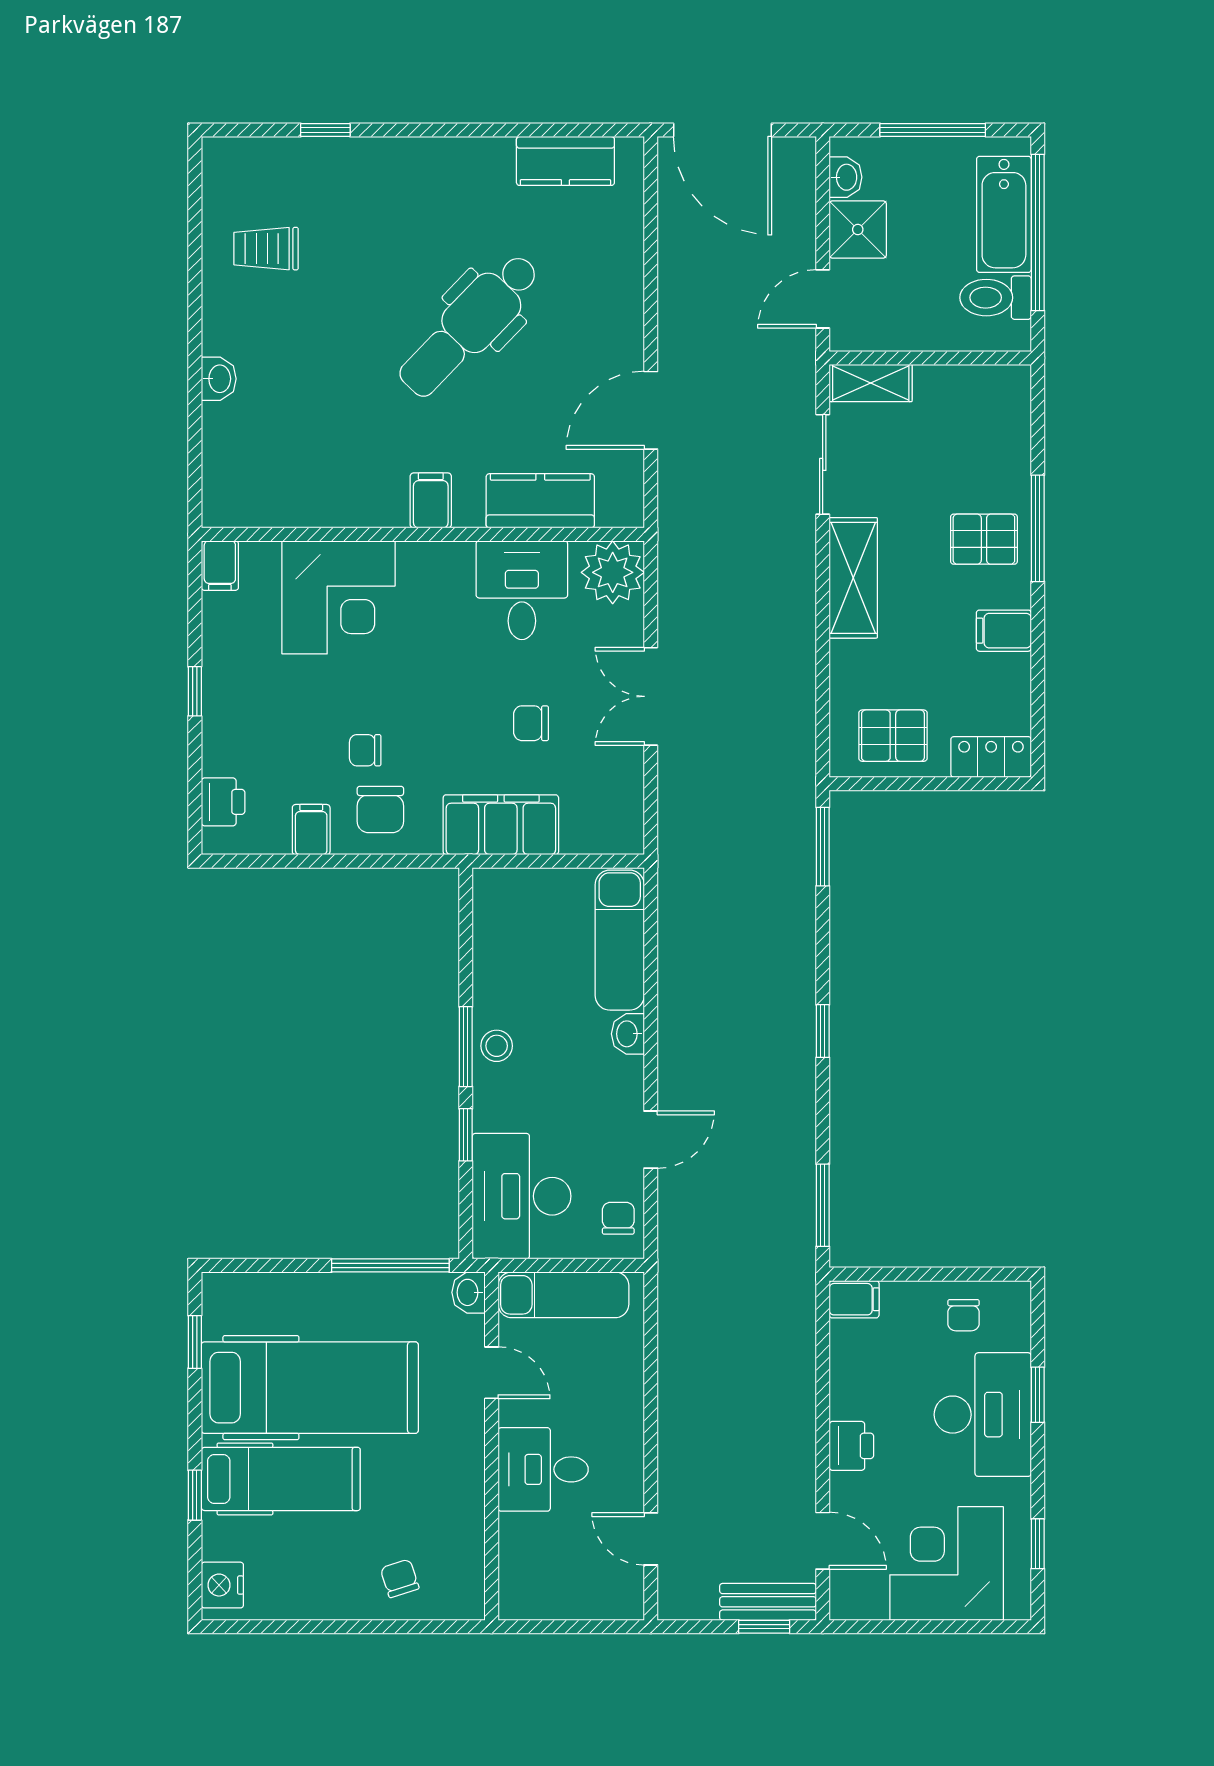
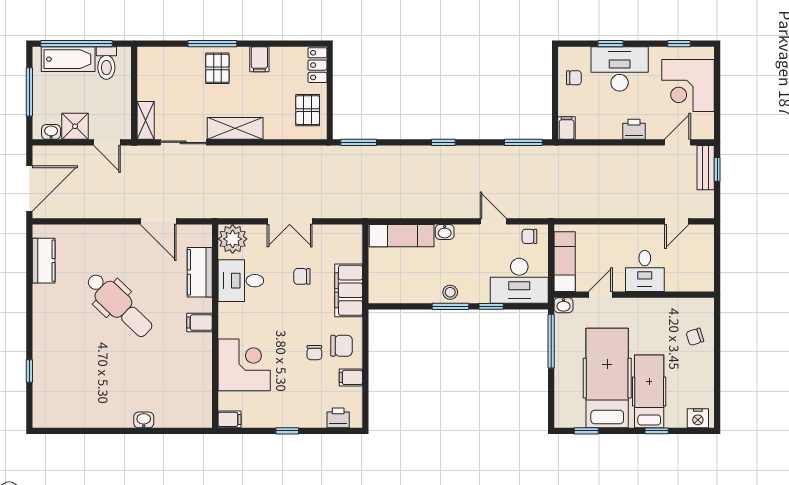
trolley: (266, 249) -> (84, 398), removed
chair: (531, 723) -> (302, 276), turned 90

